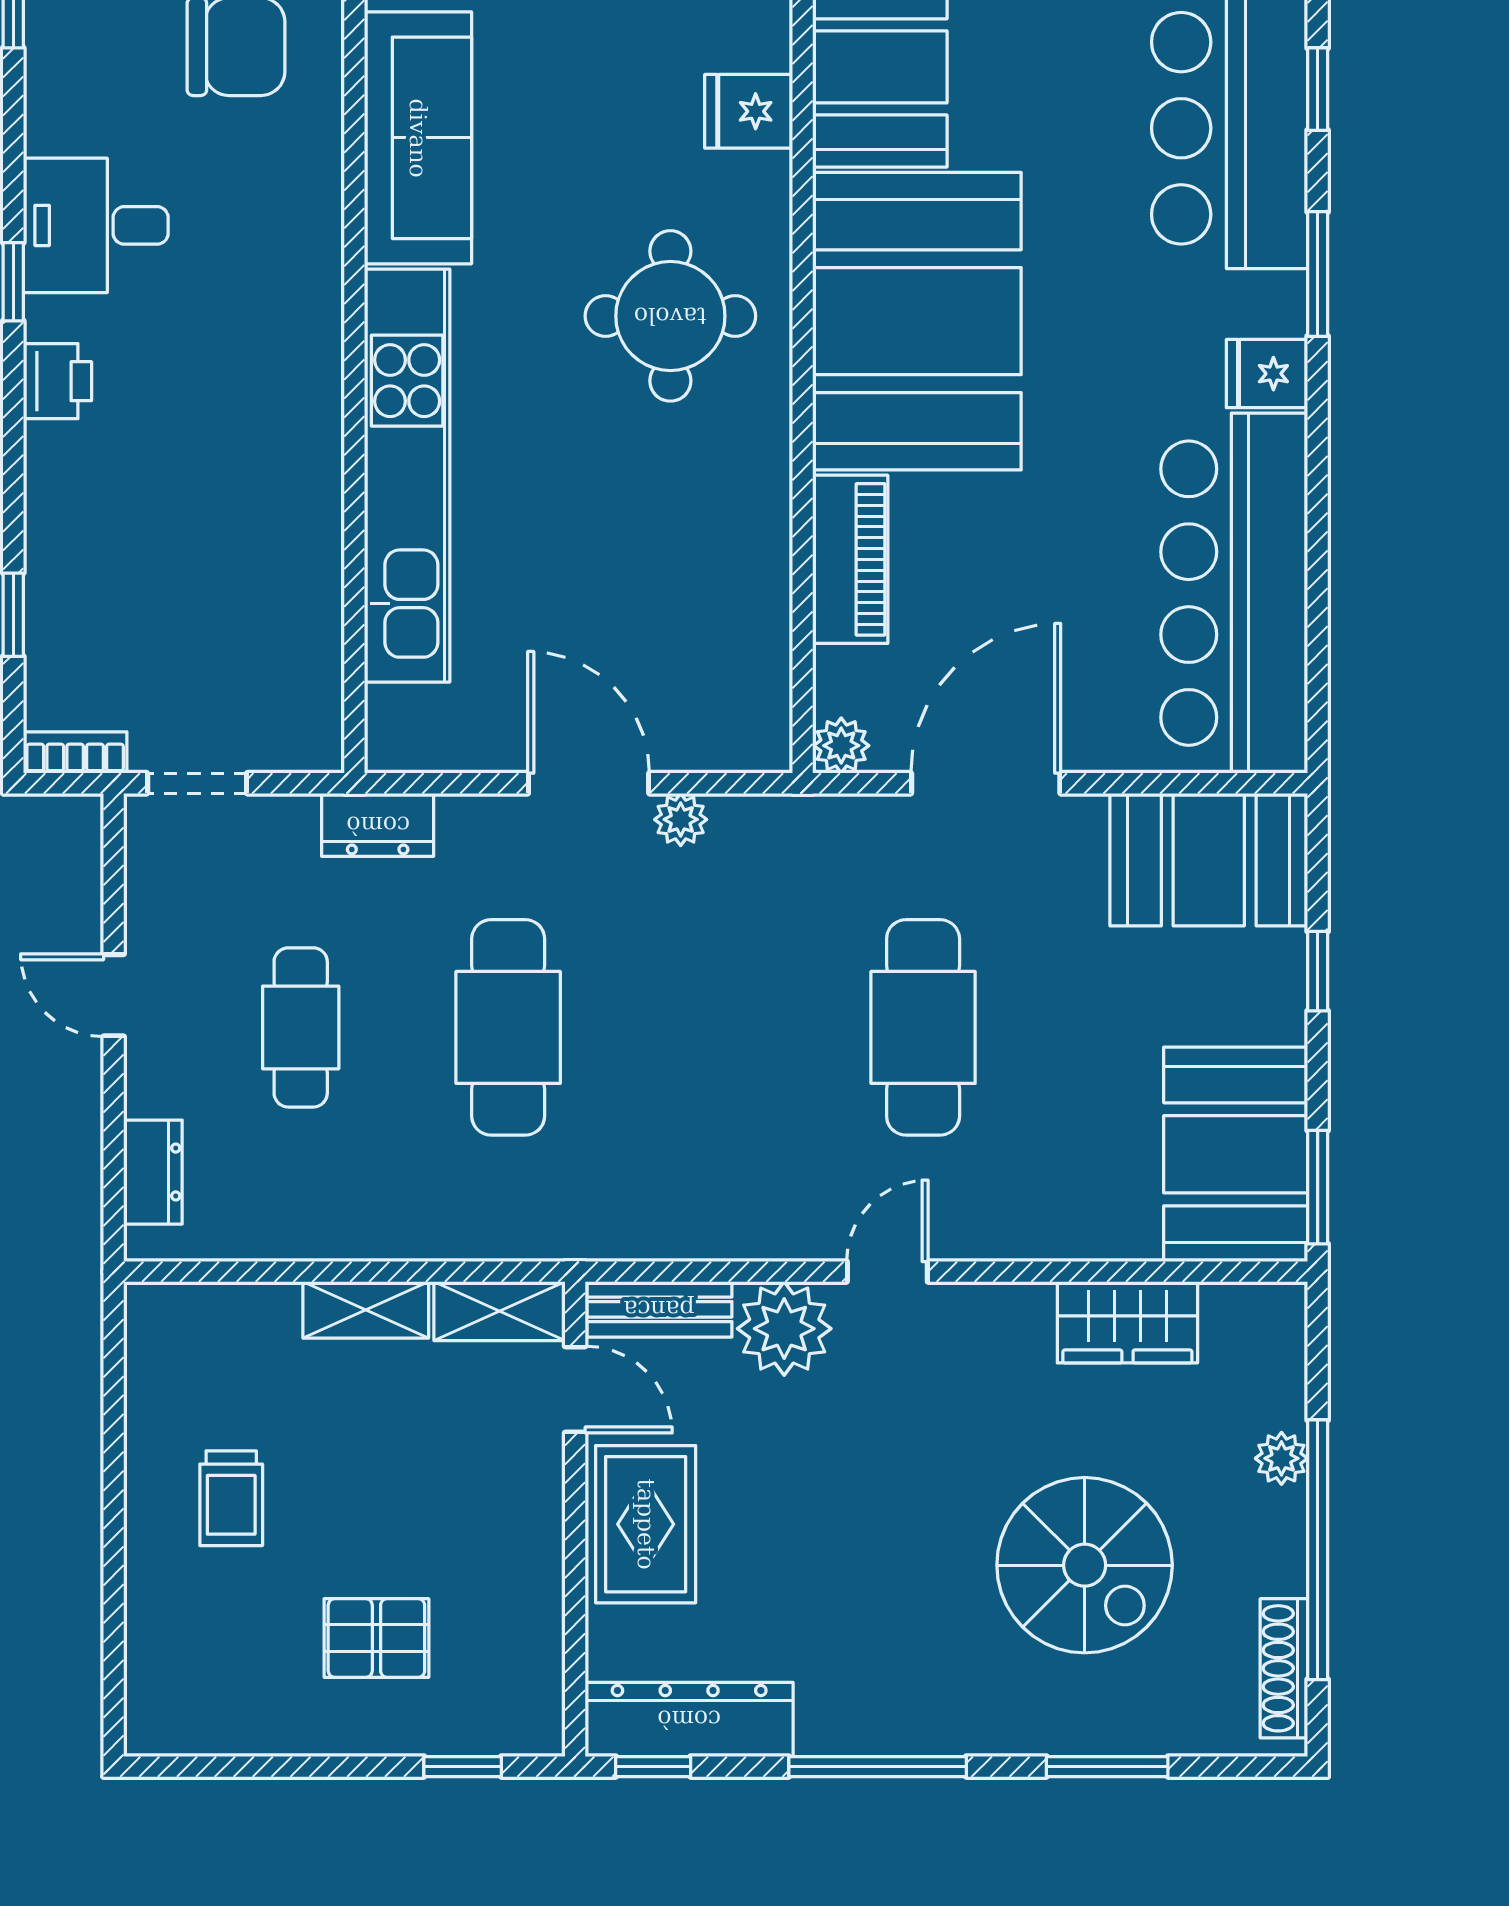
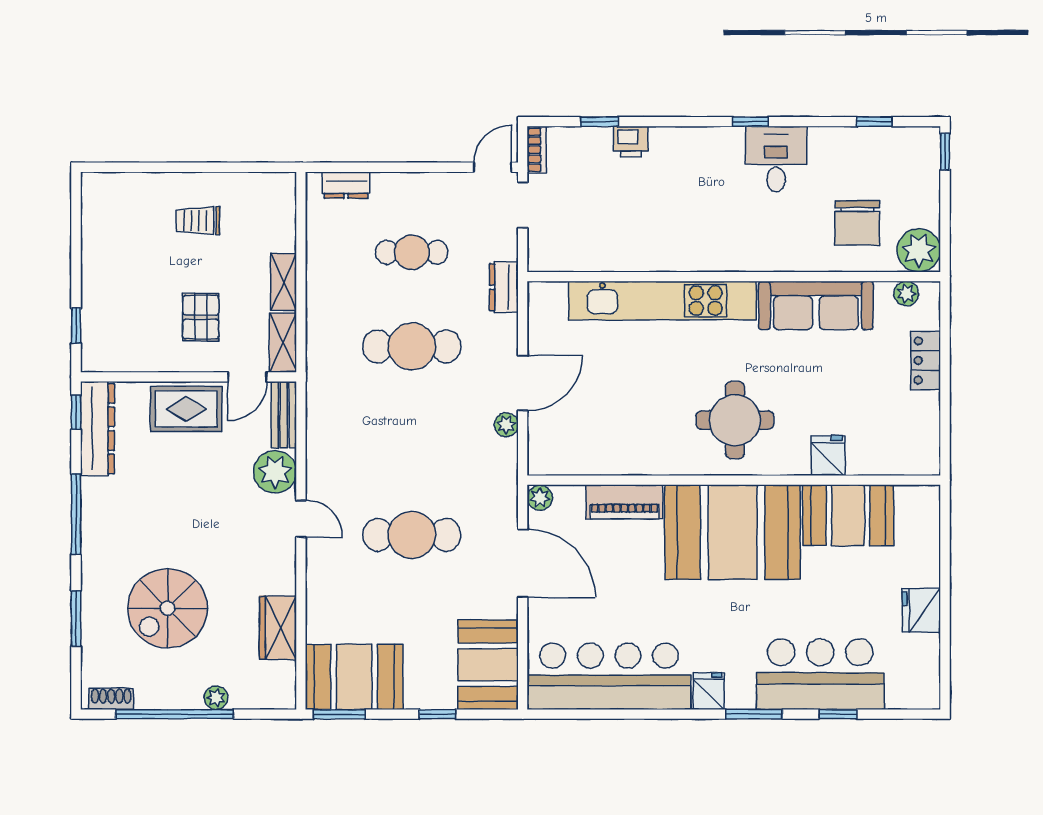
printer: (57, 381) -> (631, 142), moved
door: (114, 995) -> (492, 167), moved
pallet: (376, 1638) -> (201, 317), moved
shoe rack: (1284, 1668) -> (111, 699), width x0.70

